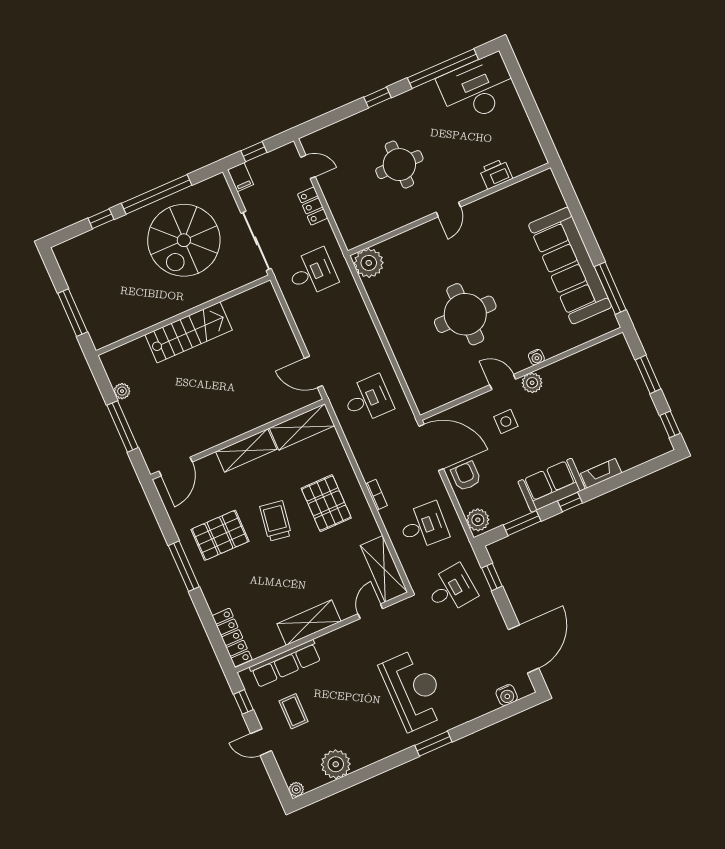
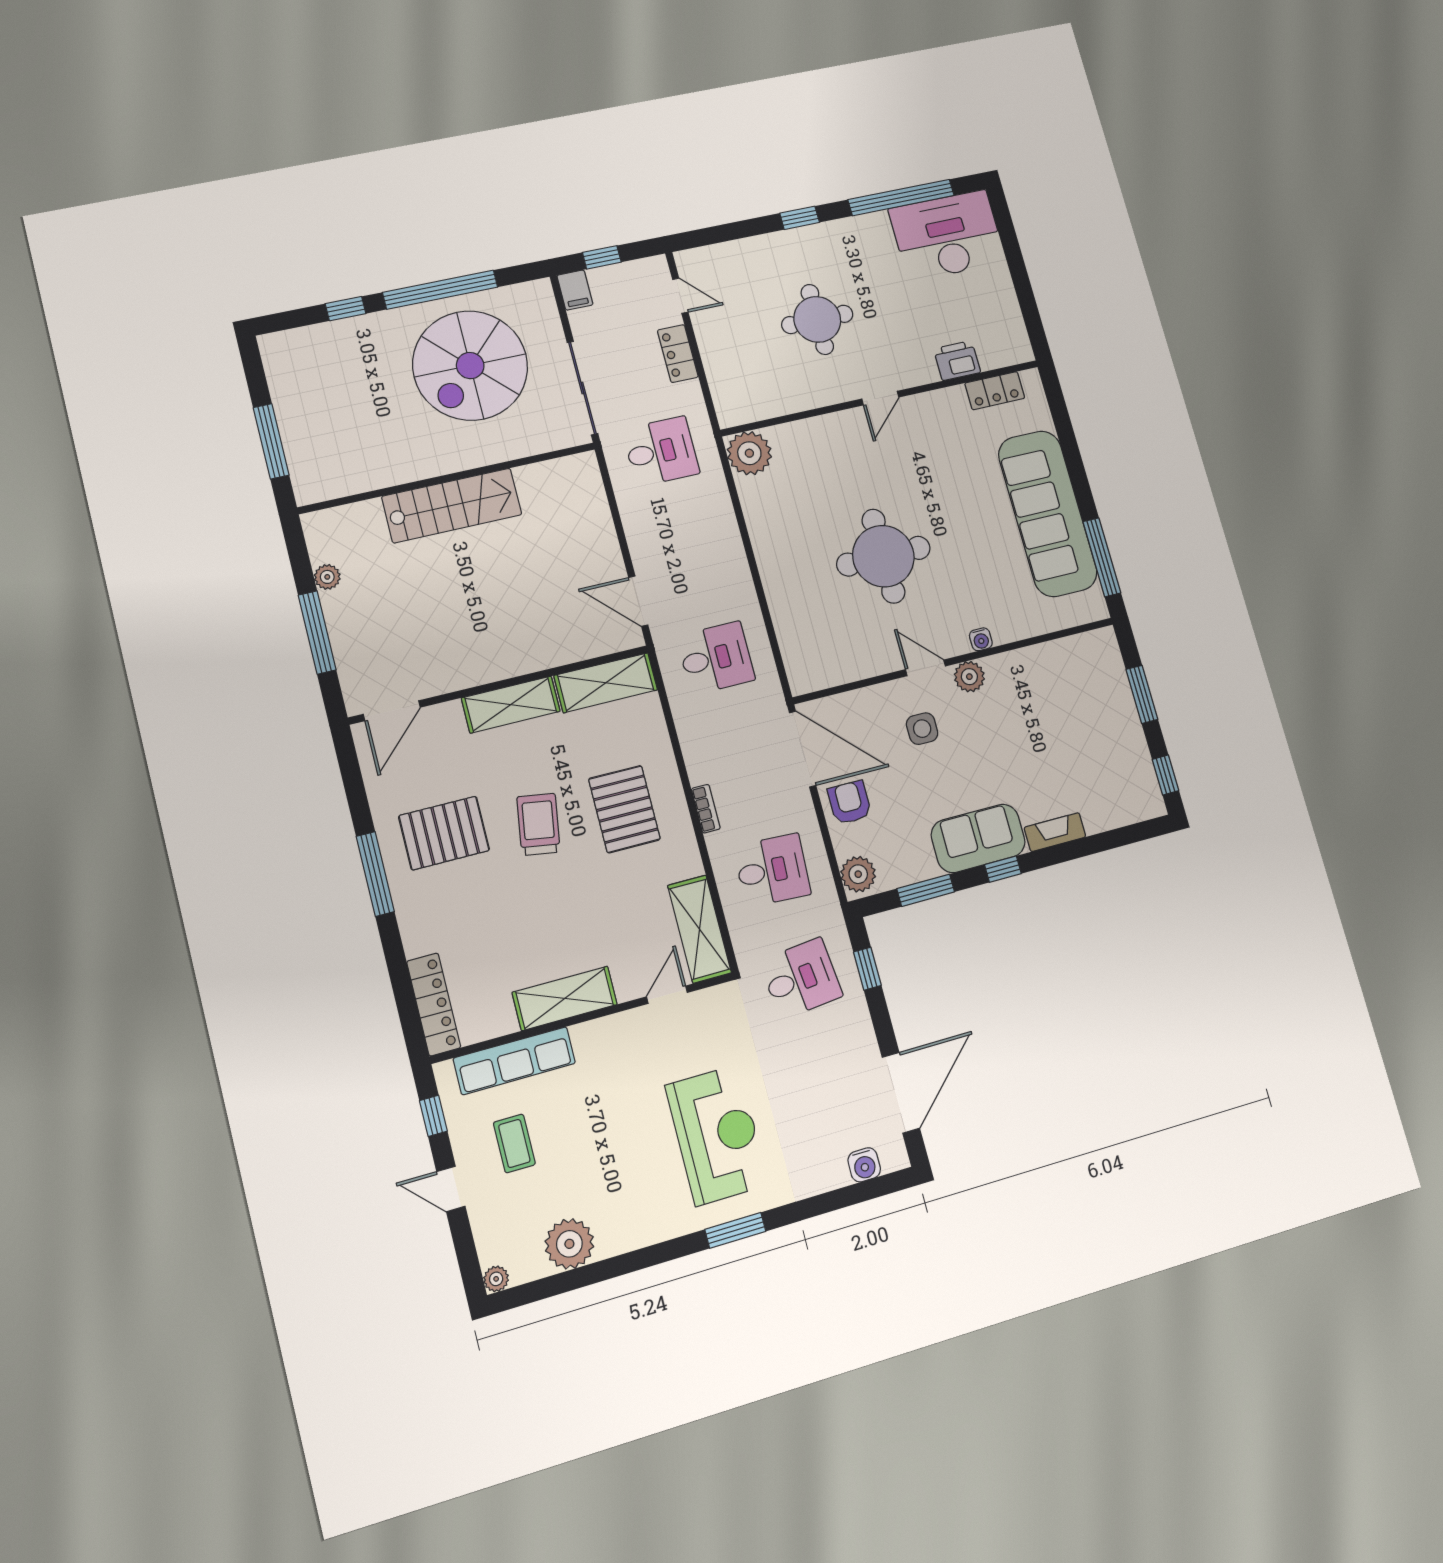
locker: (524, 189) -> (995, 391), added

